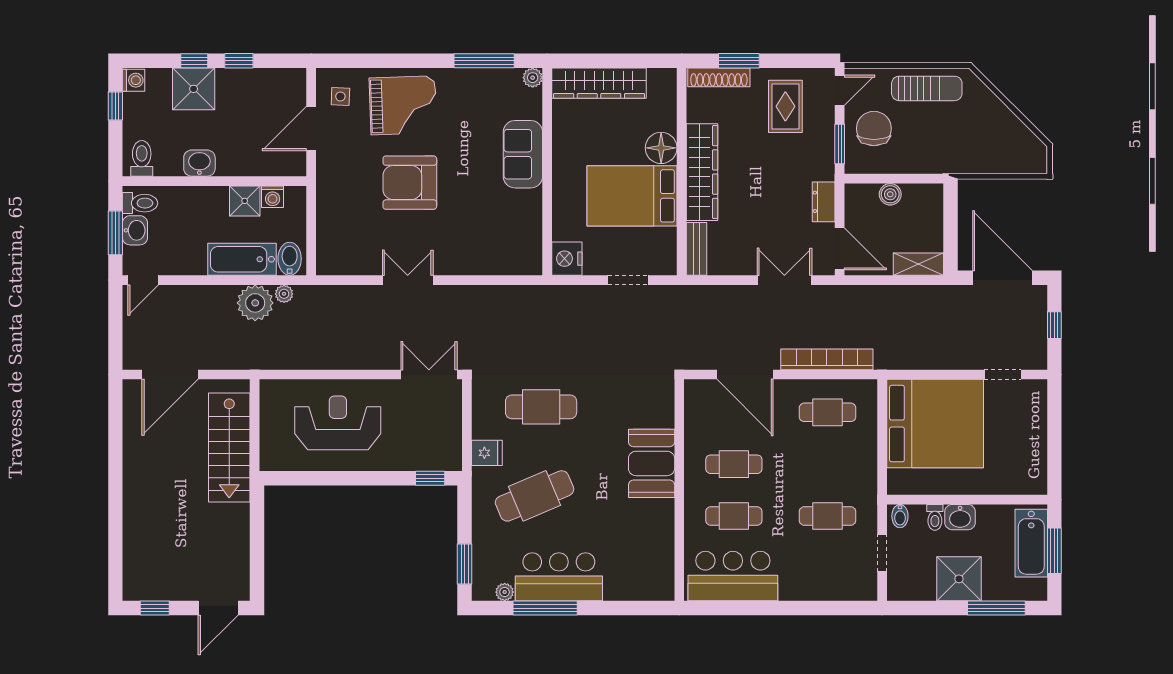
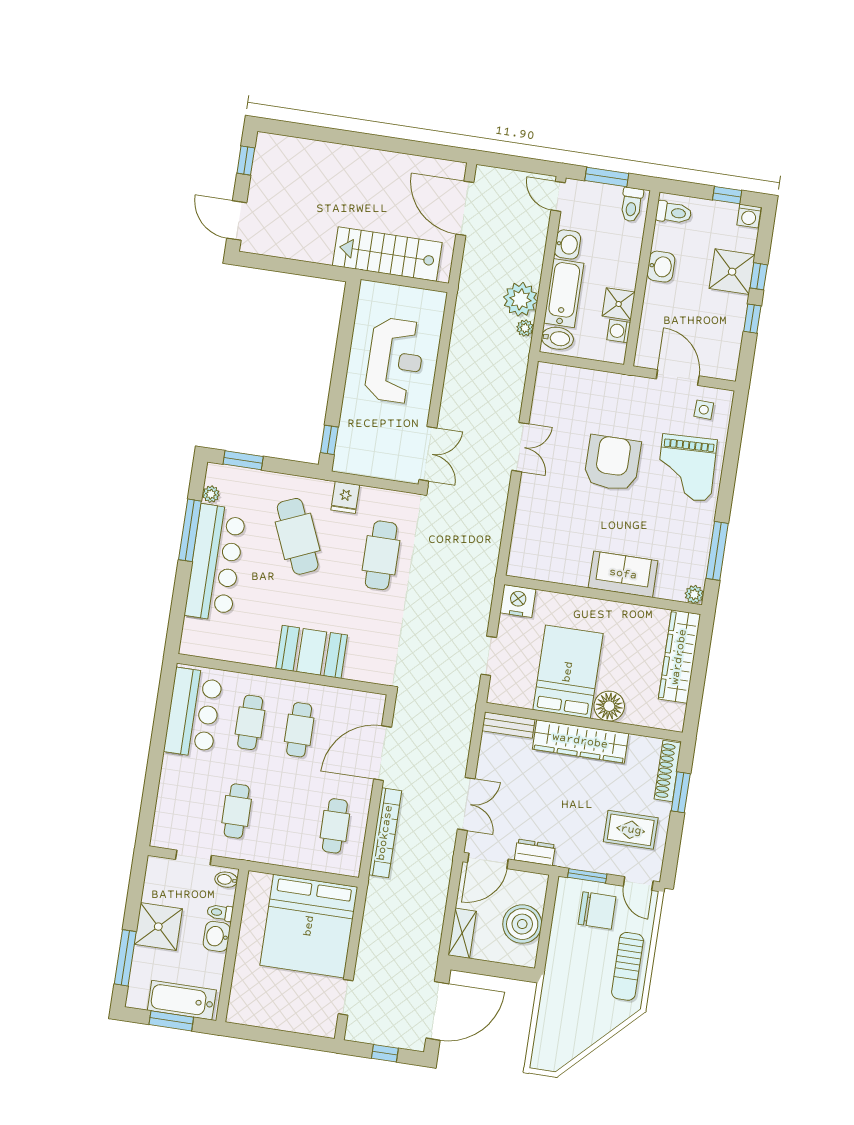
boiler: (890, 194) -> (522, 924), width x1.86, depth x1.86
washbasin: (135, 230) -> (568, 244), moved, turned -90
bar counter: (559, 577) -> (215, 563), width x1.36

